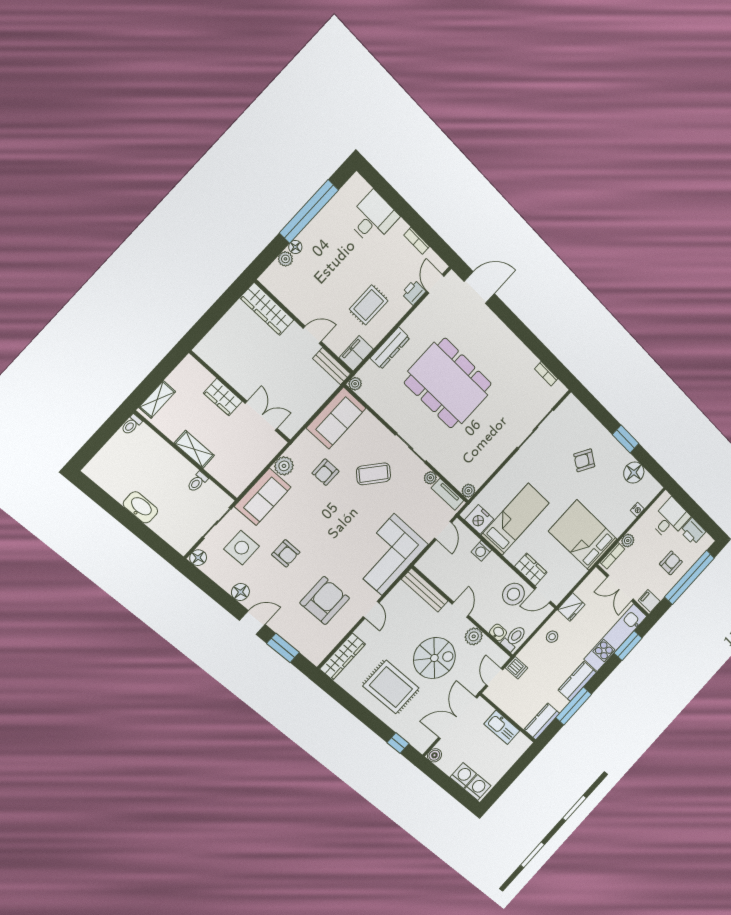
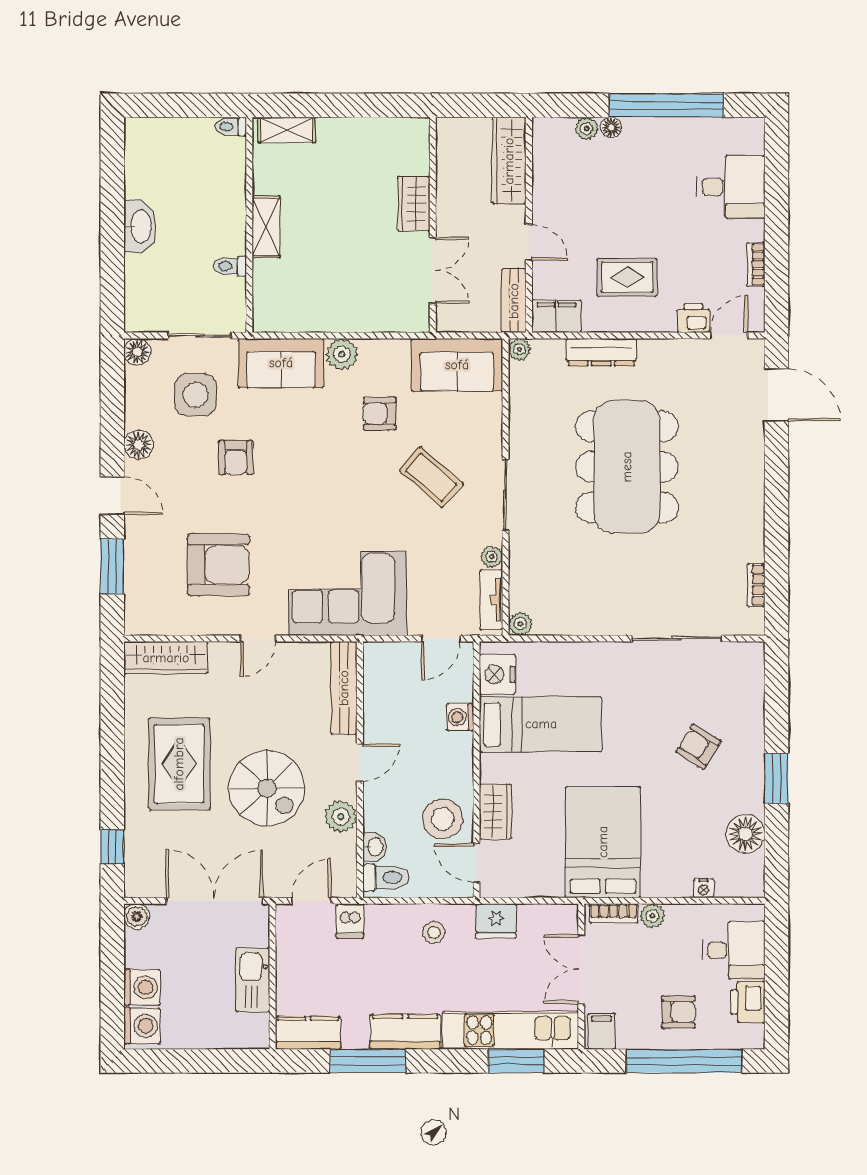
wardrobe: (223, 397) -> (414, 204), moved
wall: (241, 397) -> (433, 225), moved
double door: (261, 416) -> (433, 270), moved

